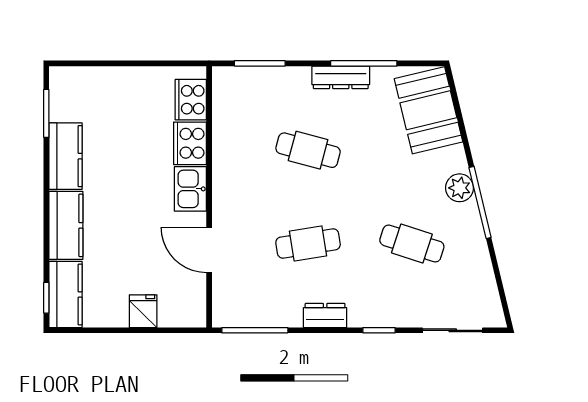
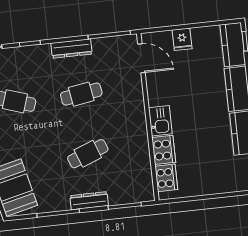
dresser: (341, 77) -> (89, 201), moved
cafe table: (308, 150) -> (88, 154), turned -36
door: (209, 250) -> (141, 58), moved
dresser: (325, 315) -> (71, 49), width x1.44

